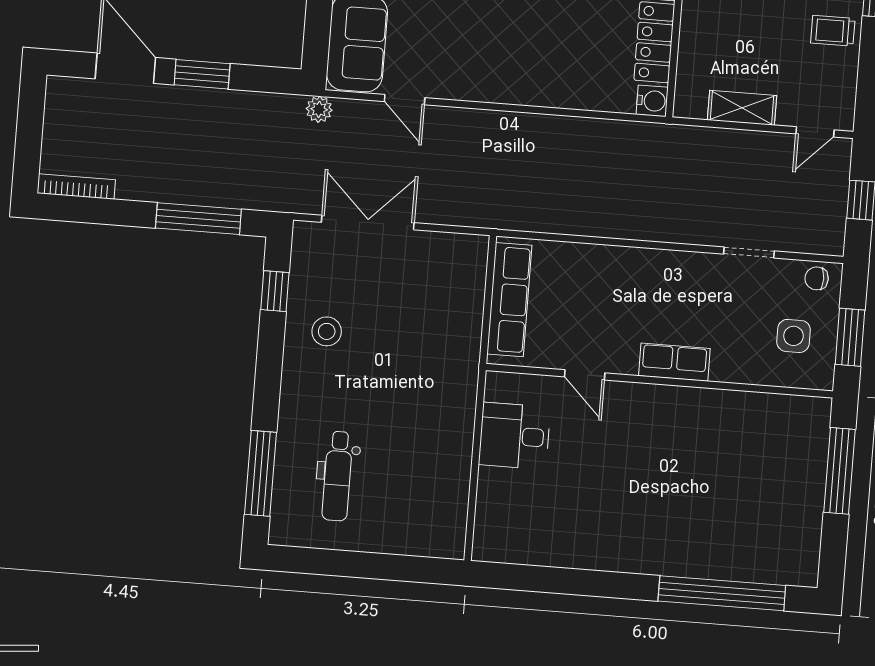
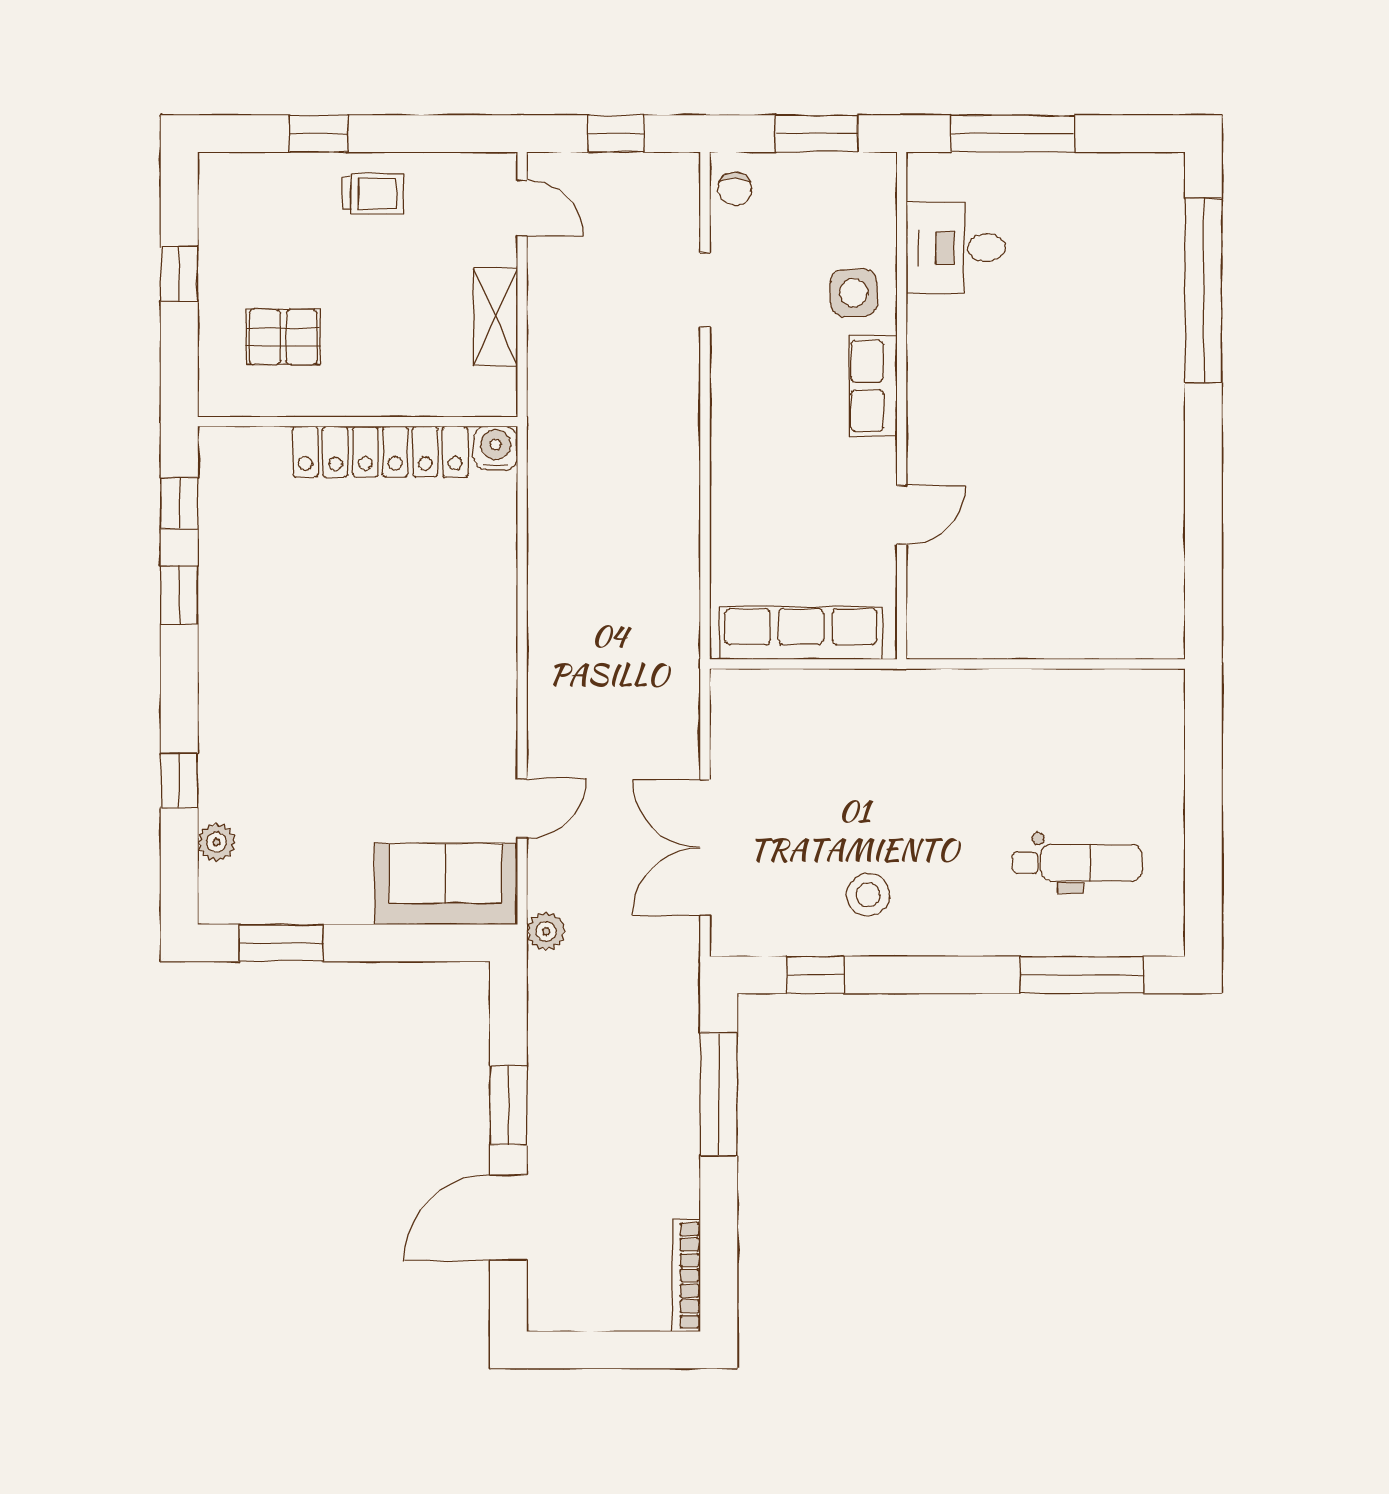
trolley: (833, 31) -> (373, 194), turned -90
side table: (794, 336) -> (854, 293), moved
desk: (515, 436) -> (956, 248), moved, turned 90

